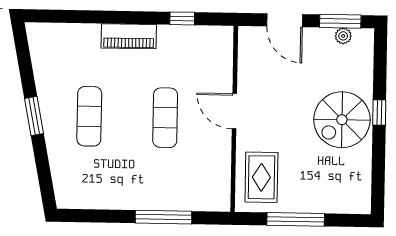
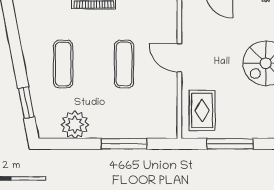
window: (34, 116) -> (26, 103), moved
plant: (103, 192) -> (75, 125), added

